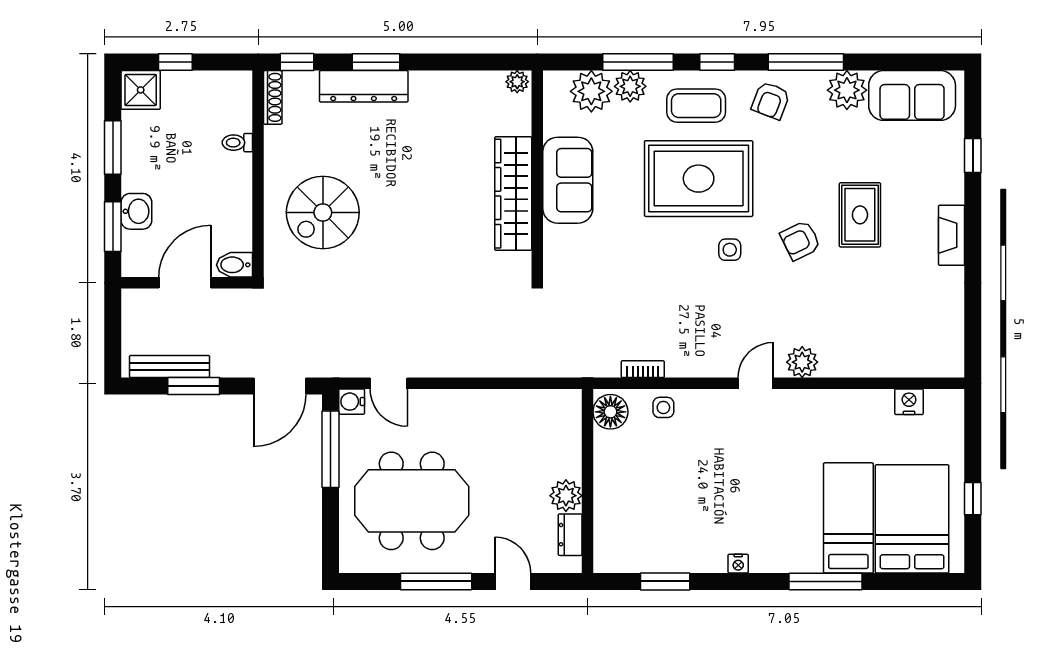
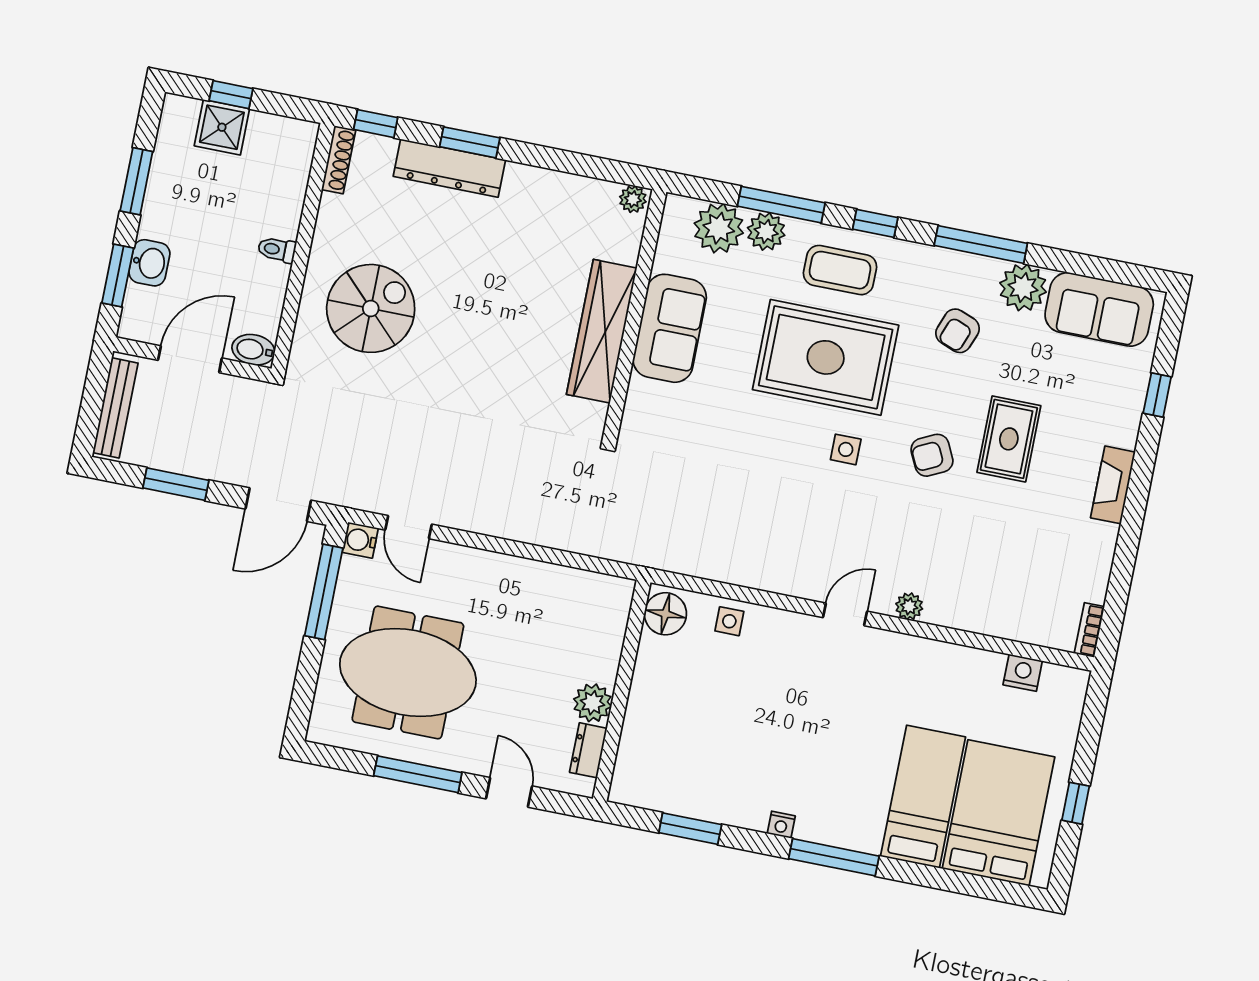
shower: (141, 90) -> (222, 127), moved
armchair: (771, 101) -> (958, 331), moved
toilet: (237, 143) -> (277, 250), moved
spiral stairs: (323, 212) -> (371, 308), turned 180
plant: (802, 362) -> (909, 606), width x0.73, depth x0.73
bench: (170, 366) -> (115, 408), moved, turned 90
bookcase: (643, 369) -> (1089, 630), moved, turned -90
window: (826, 581) -> (834, 857), moved

